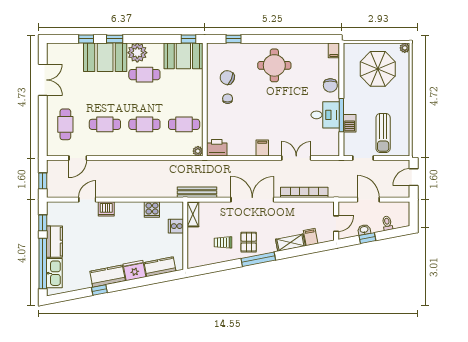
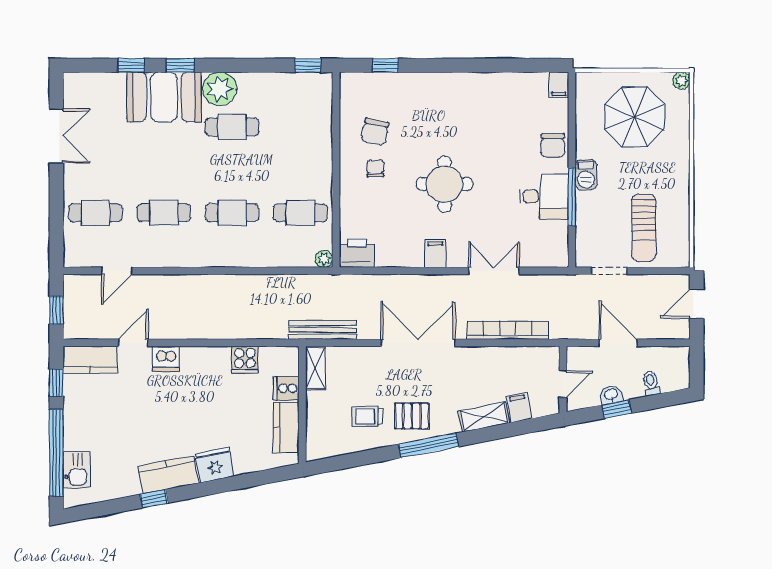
booth: (183, 56) -> (299, 94), removed
round table: (274, 65) -> (445, 184), moved
chair: (227, 78) -> (375, 132), turned -104
barbecue: (350, 123) -> (586, 175), moved
cafe table: (65, 124) -> (95, 213), turned 90
kitchen counter: (54, 242) -> (90, 360), moved, turned 90
pallet: (249, 242) -> (412, 416), turned 90
kitchen counter: (160, 267) -> (286, 428), moved, turned -79
kitchen sink: (54, 273) -> (76, 470), width x0.73

